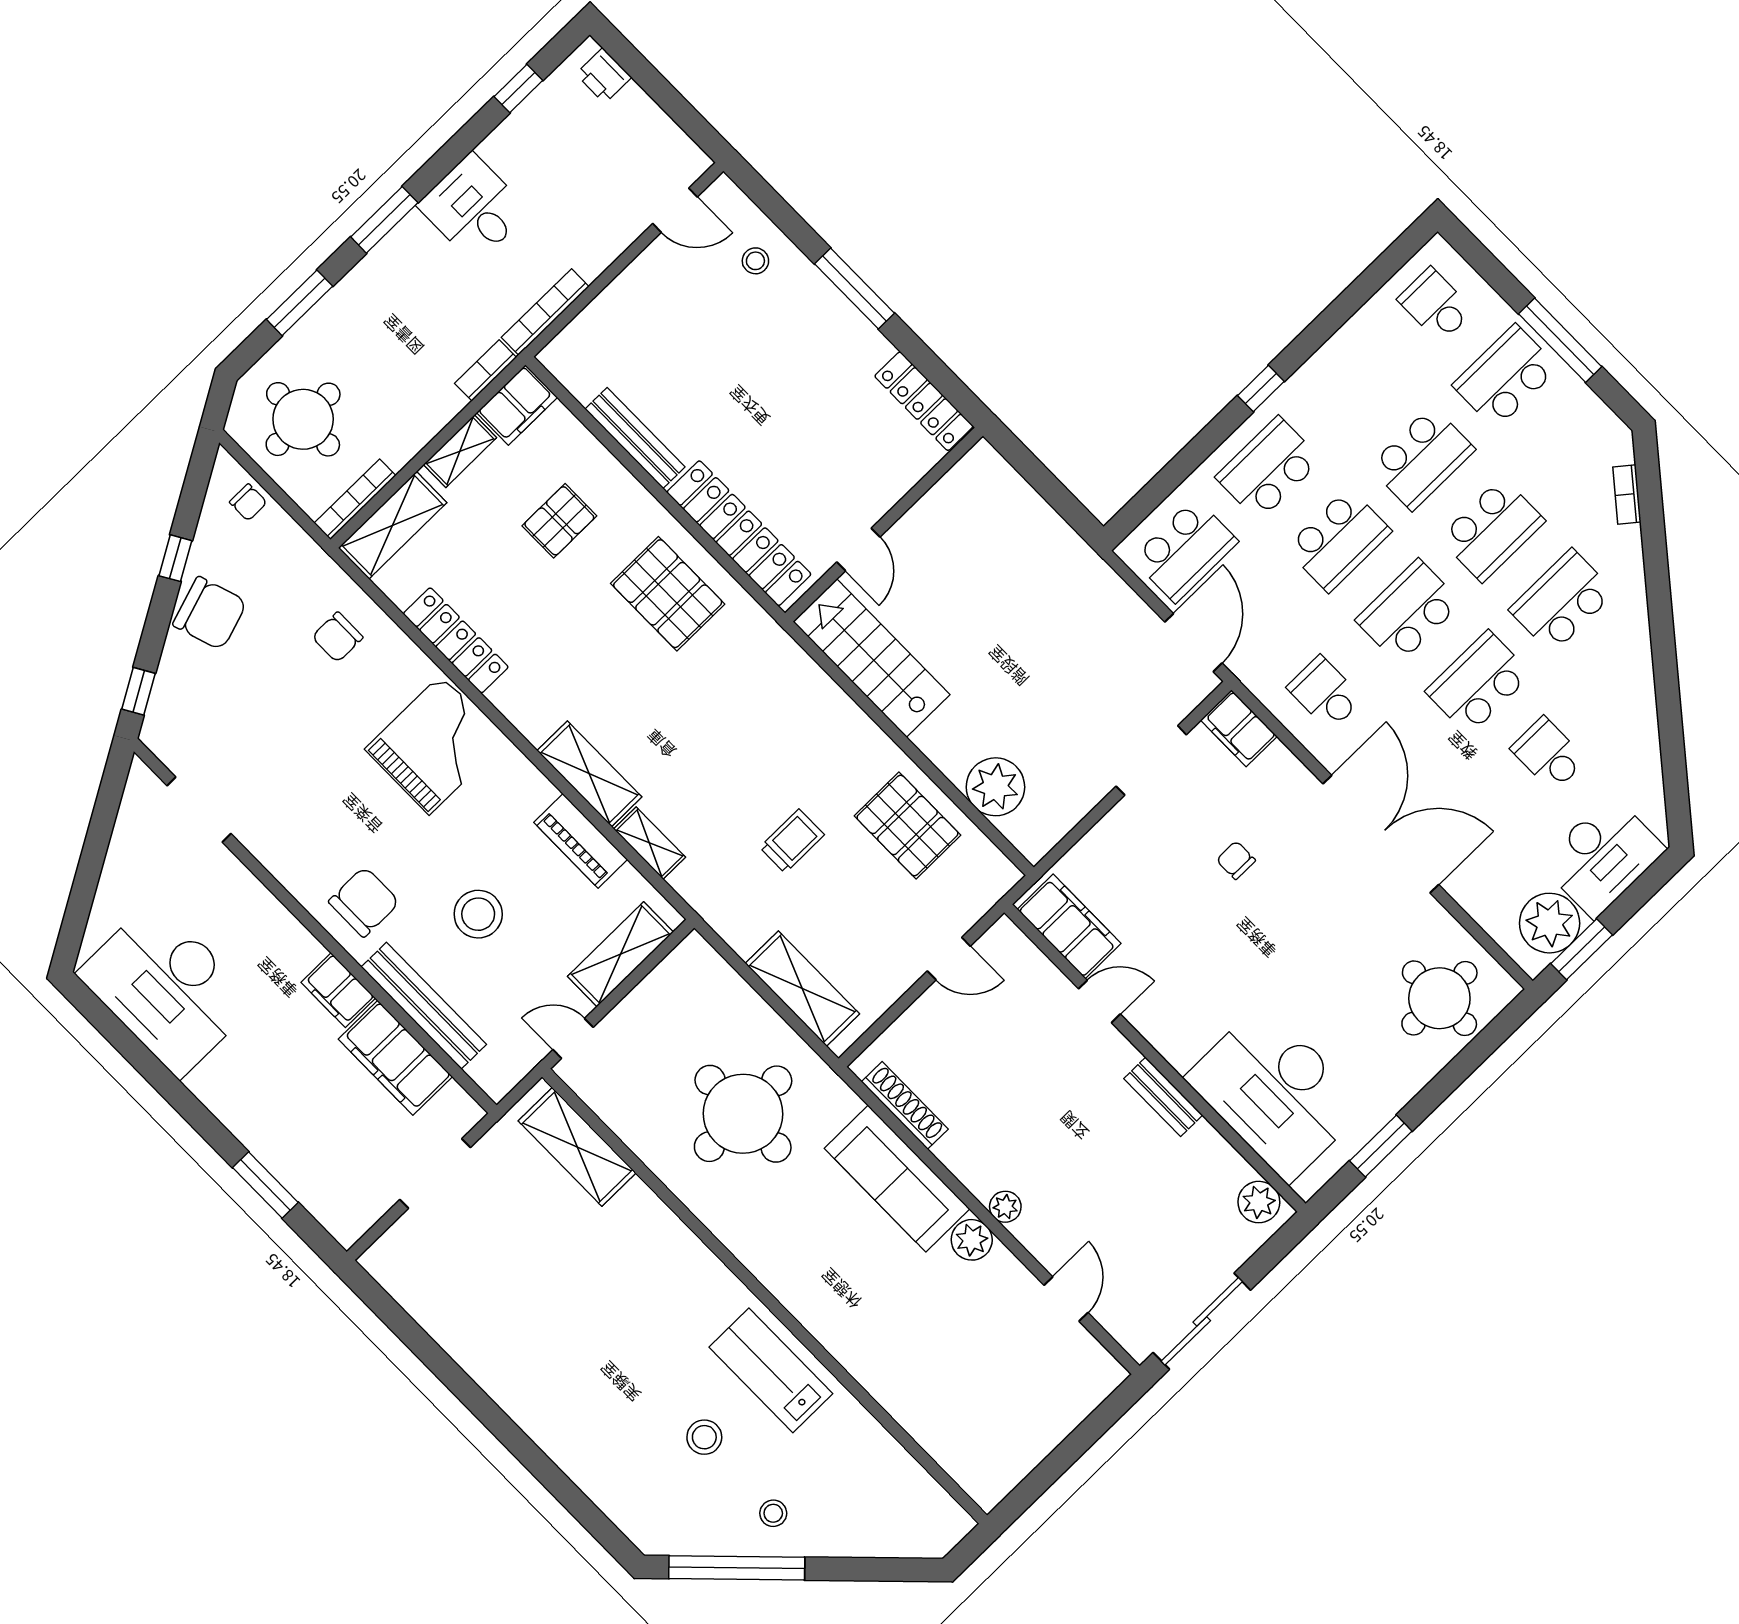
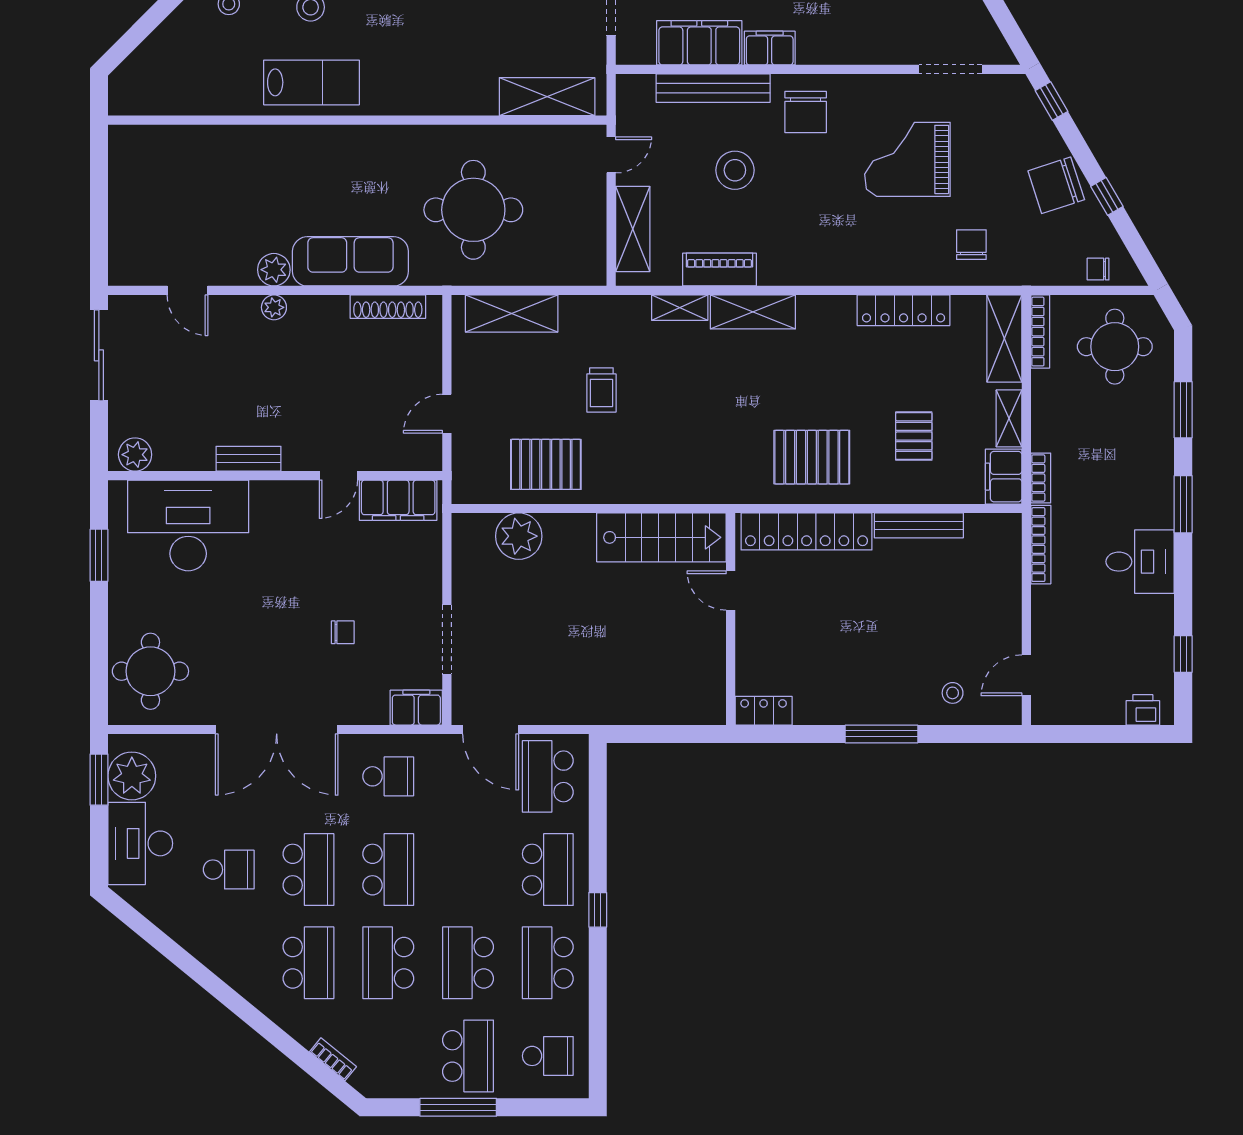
locker: (924, 401) -> (764, 711), width x0.66
school desk: (1339, 540) -> (548, 963), moved
grand piano: (435, 745) -> (907, 159), moved, turned 90

